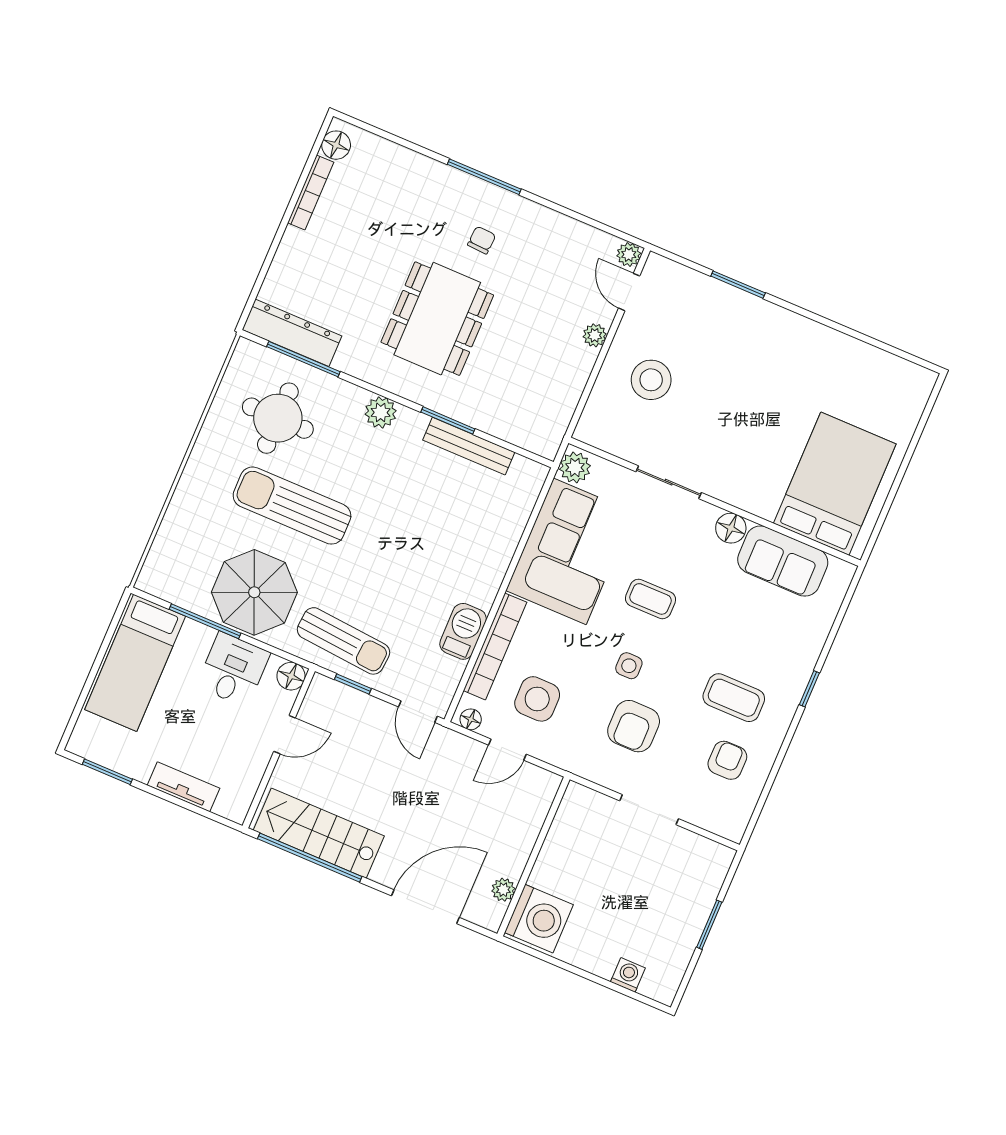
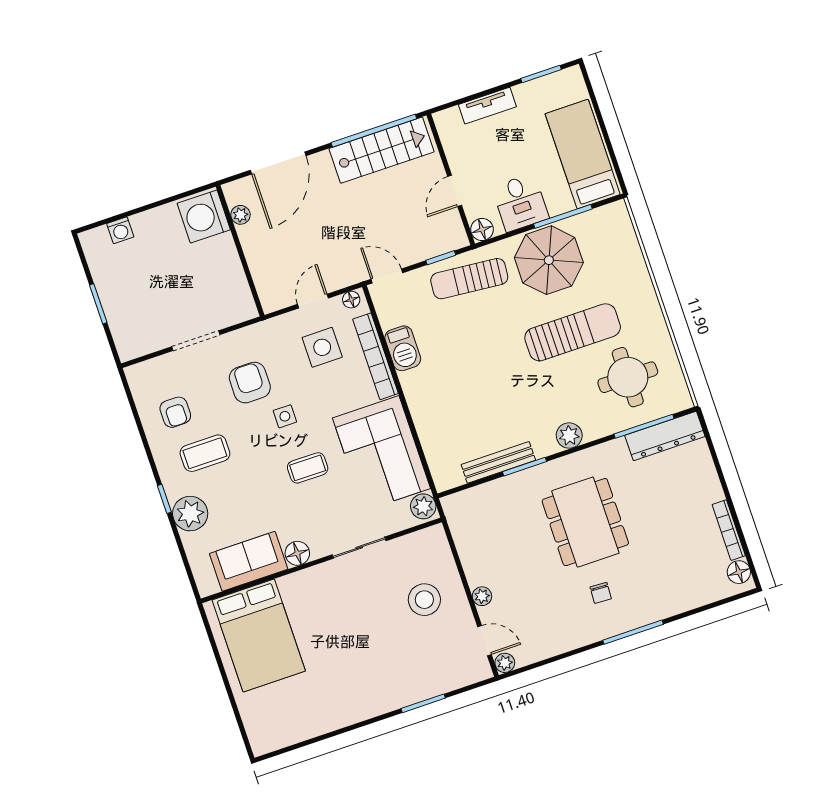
plant: (797, 654) -> (190, 514), added

